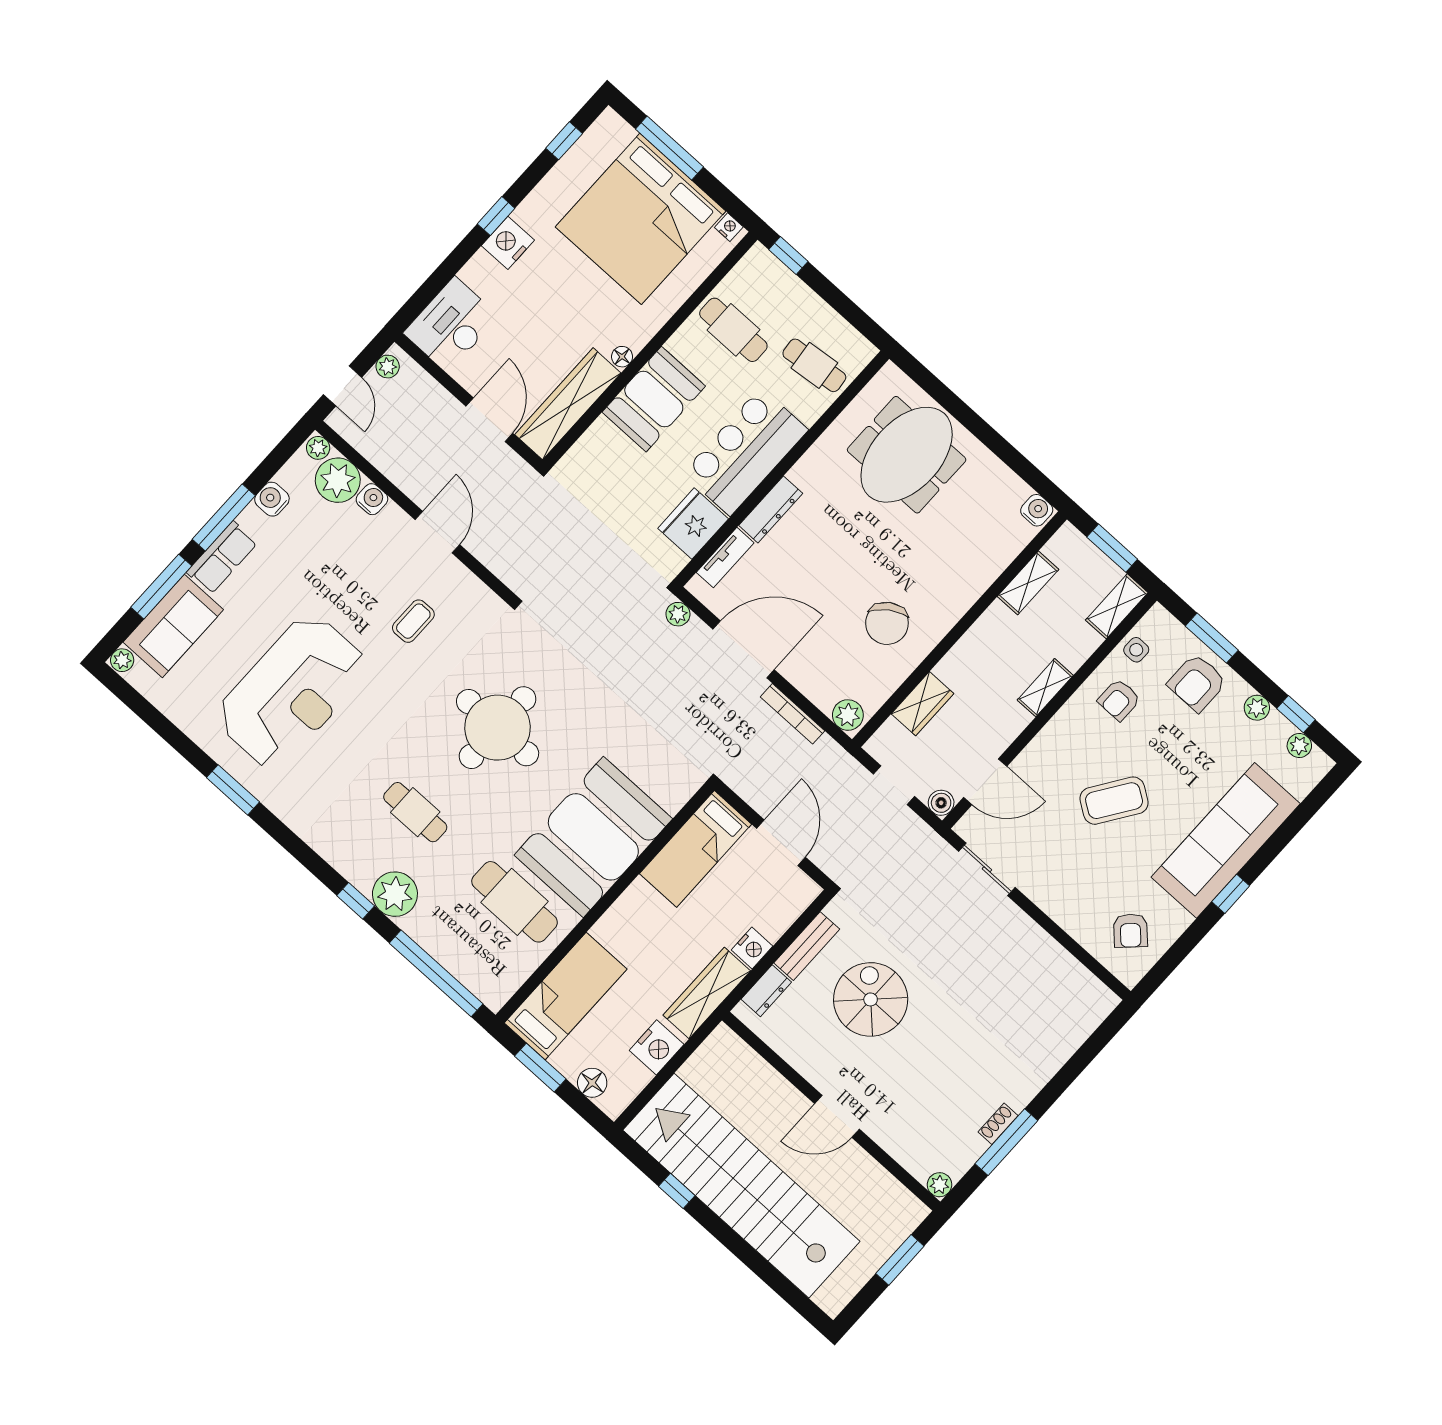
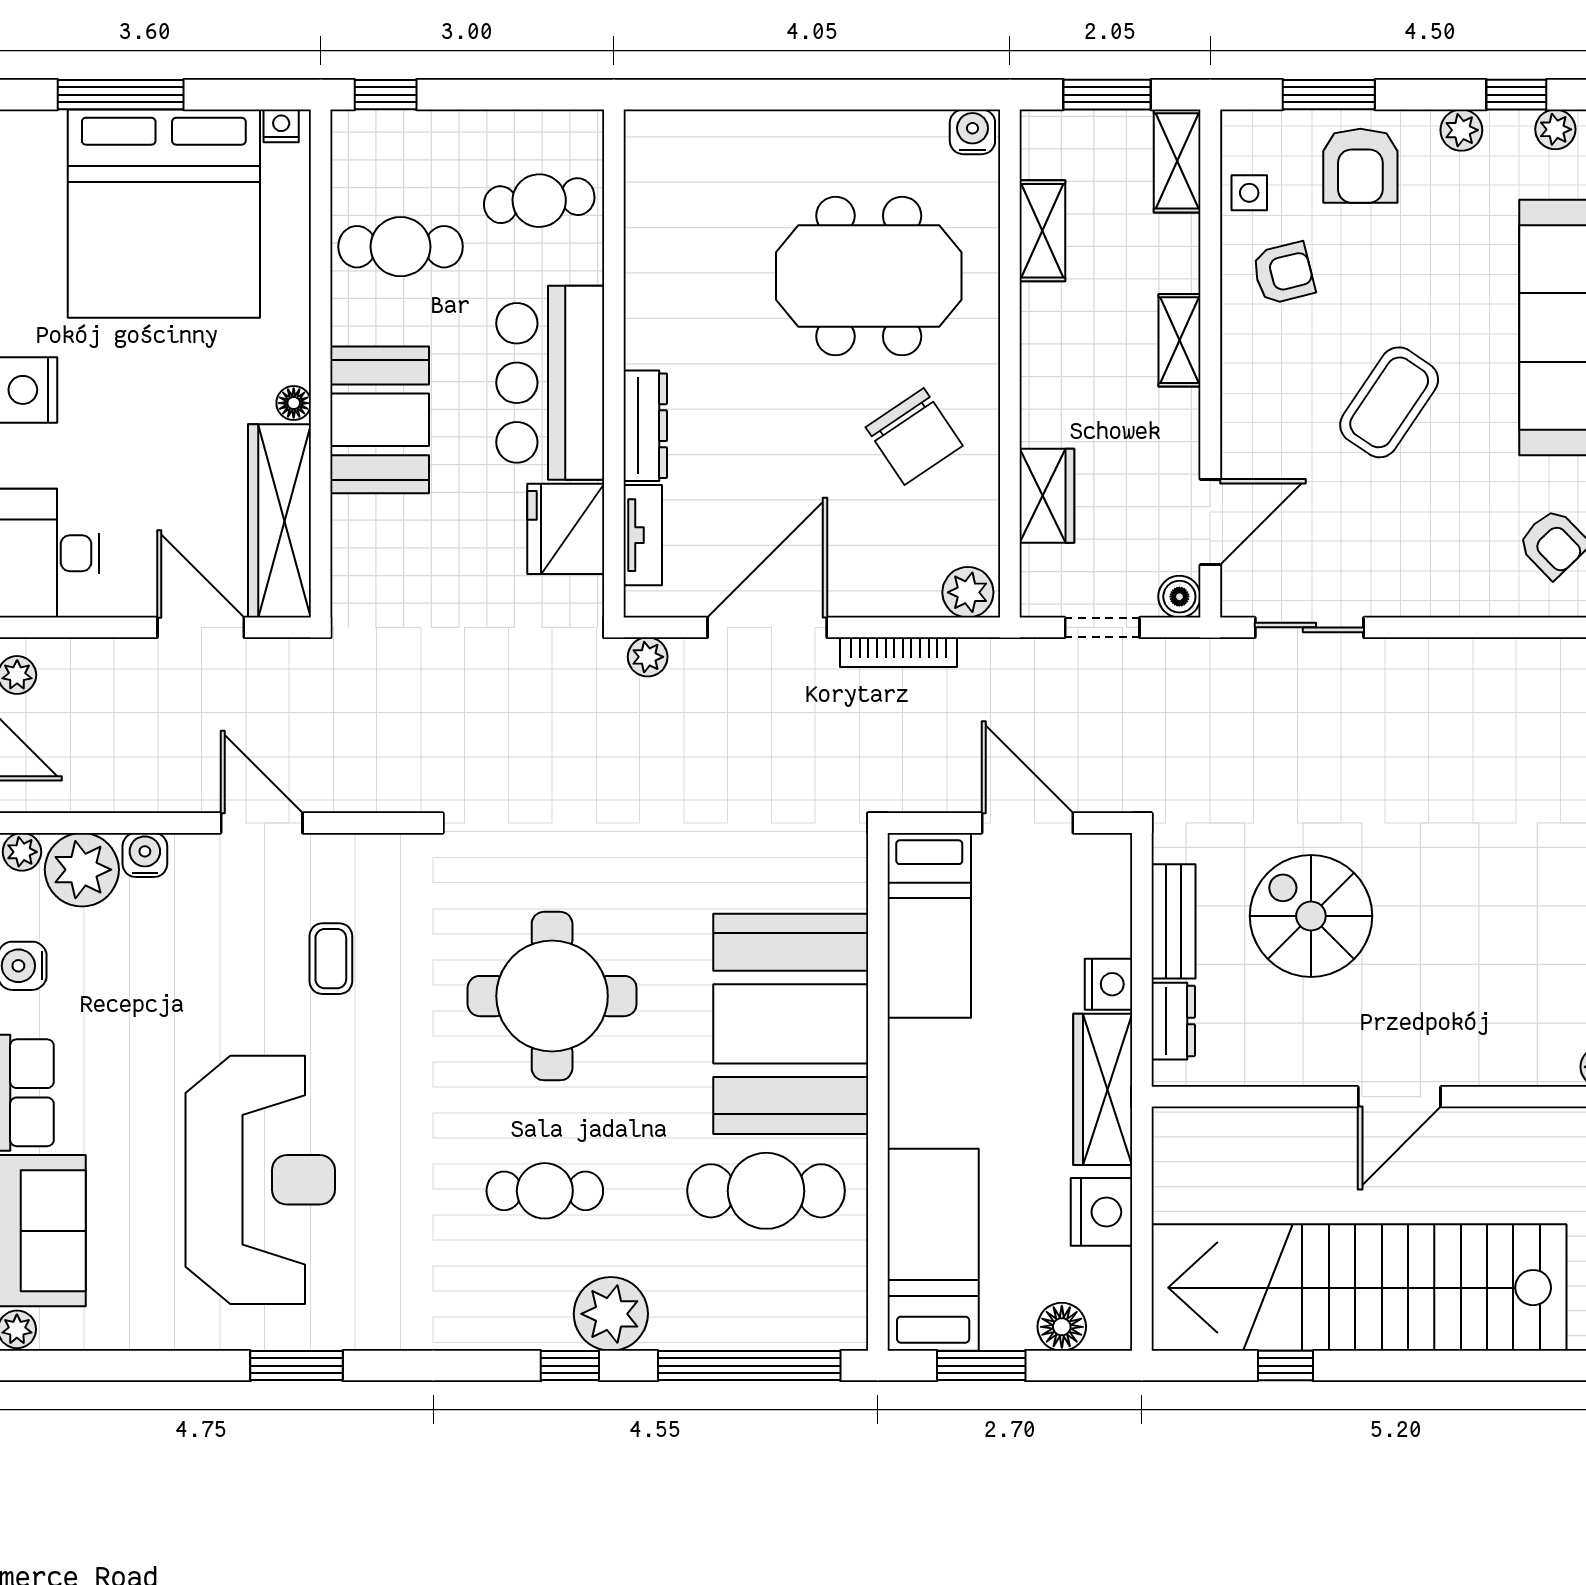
meeting table: (907, 455) -> (869, 276), moved, turned 90
armchair: (1119, 700) -> (1283, 273), turned -104

